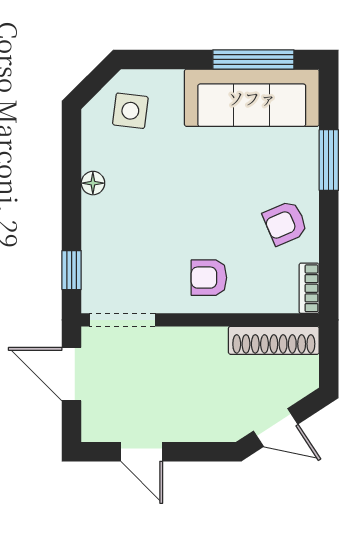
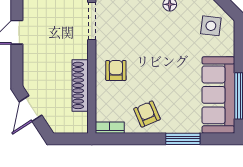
shoe rack: (274, 340) -> (80, 85), moved

